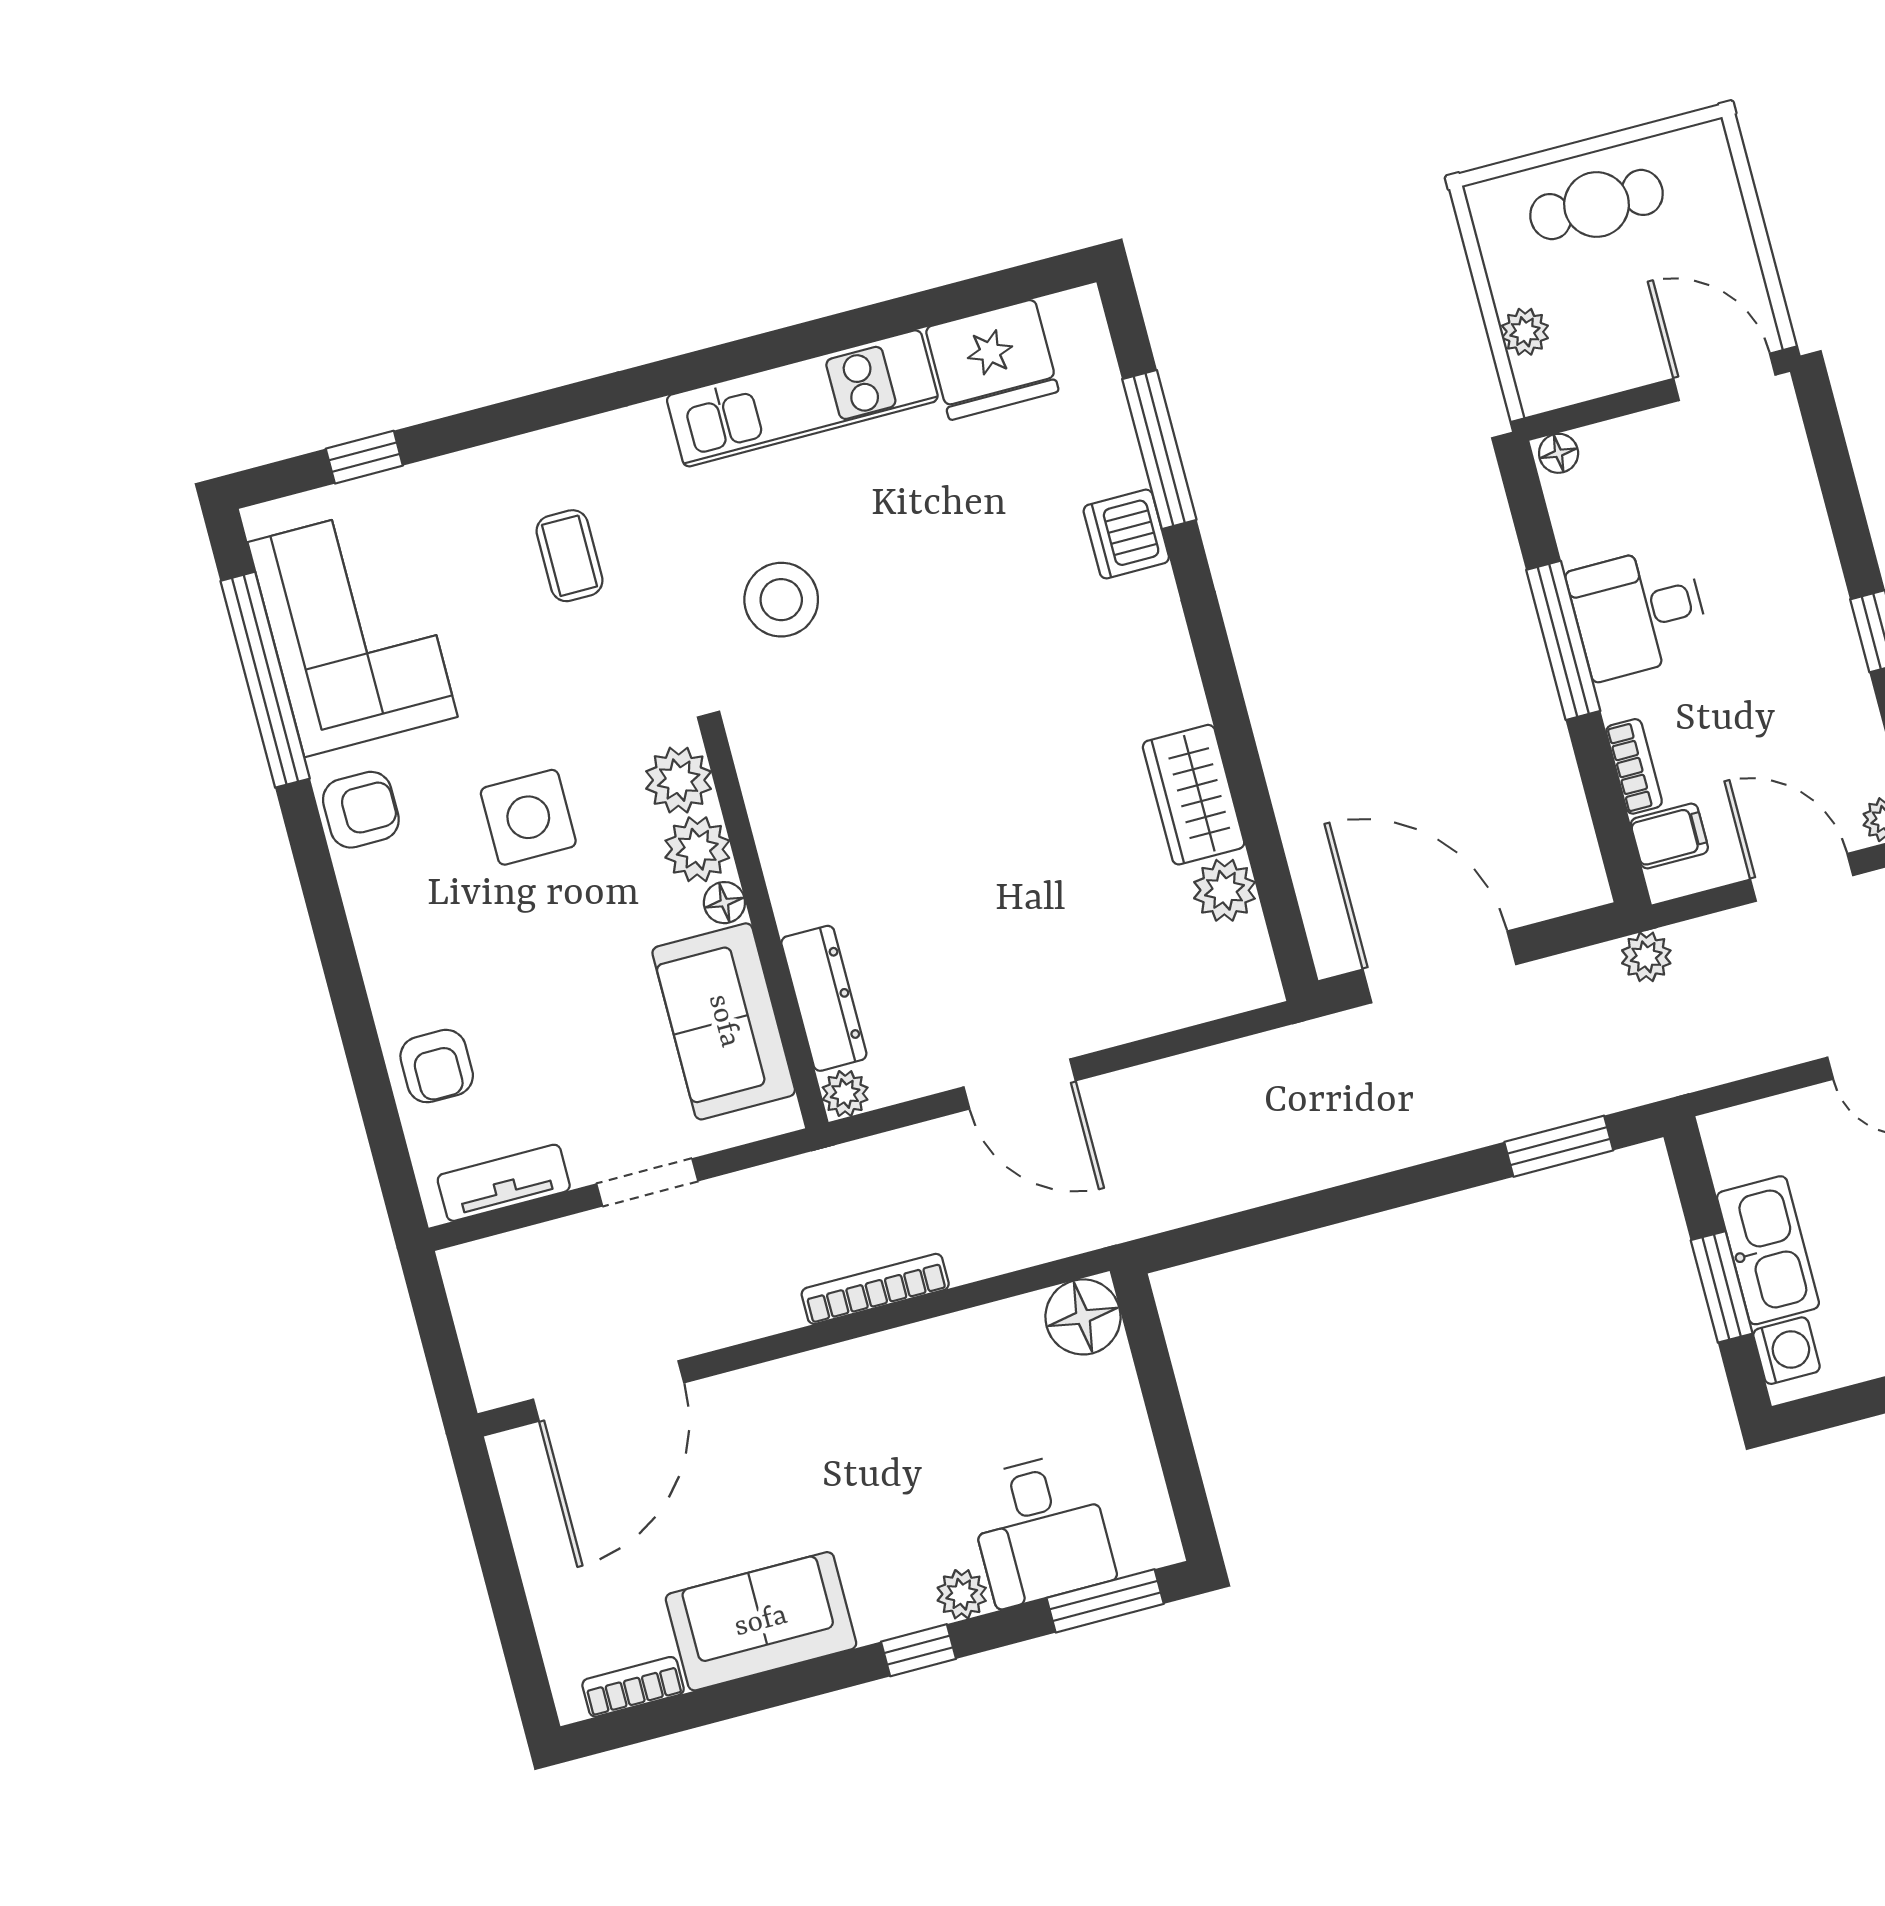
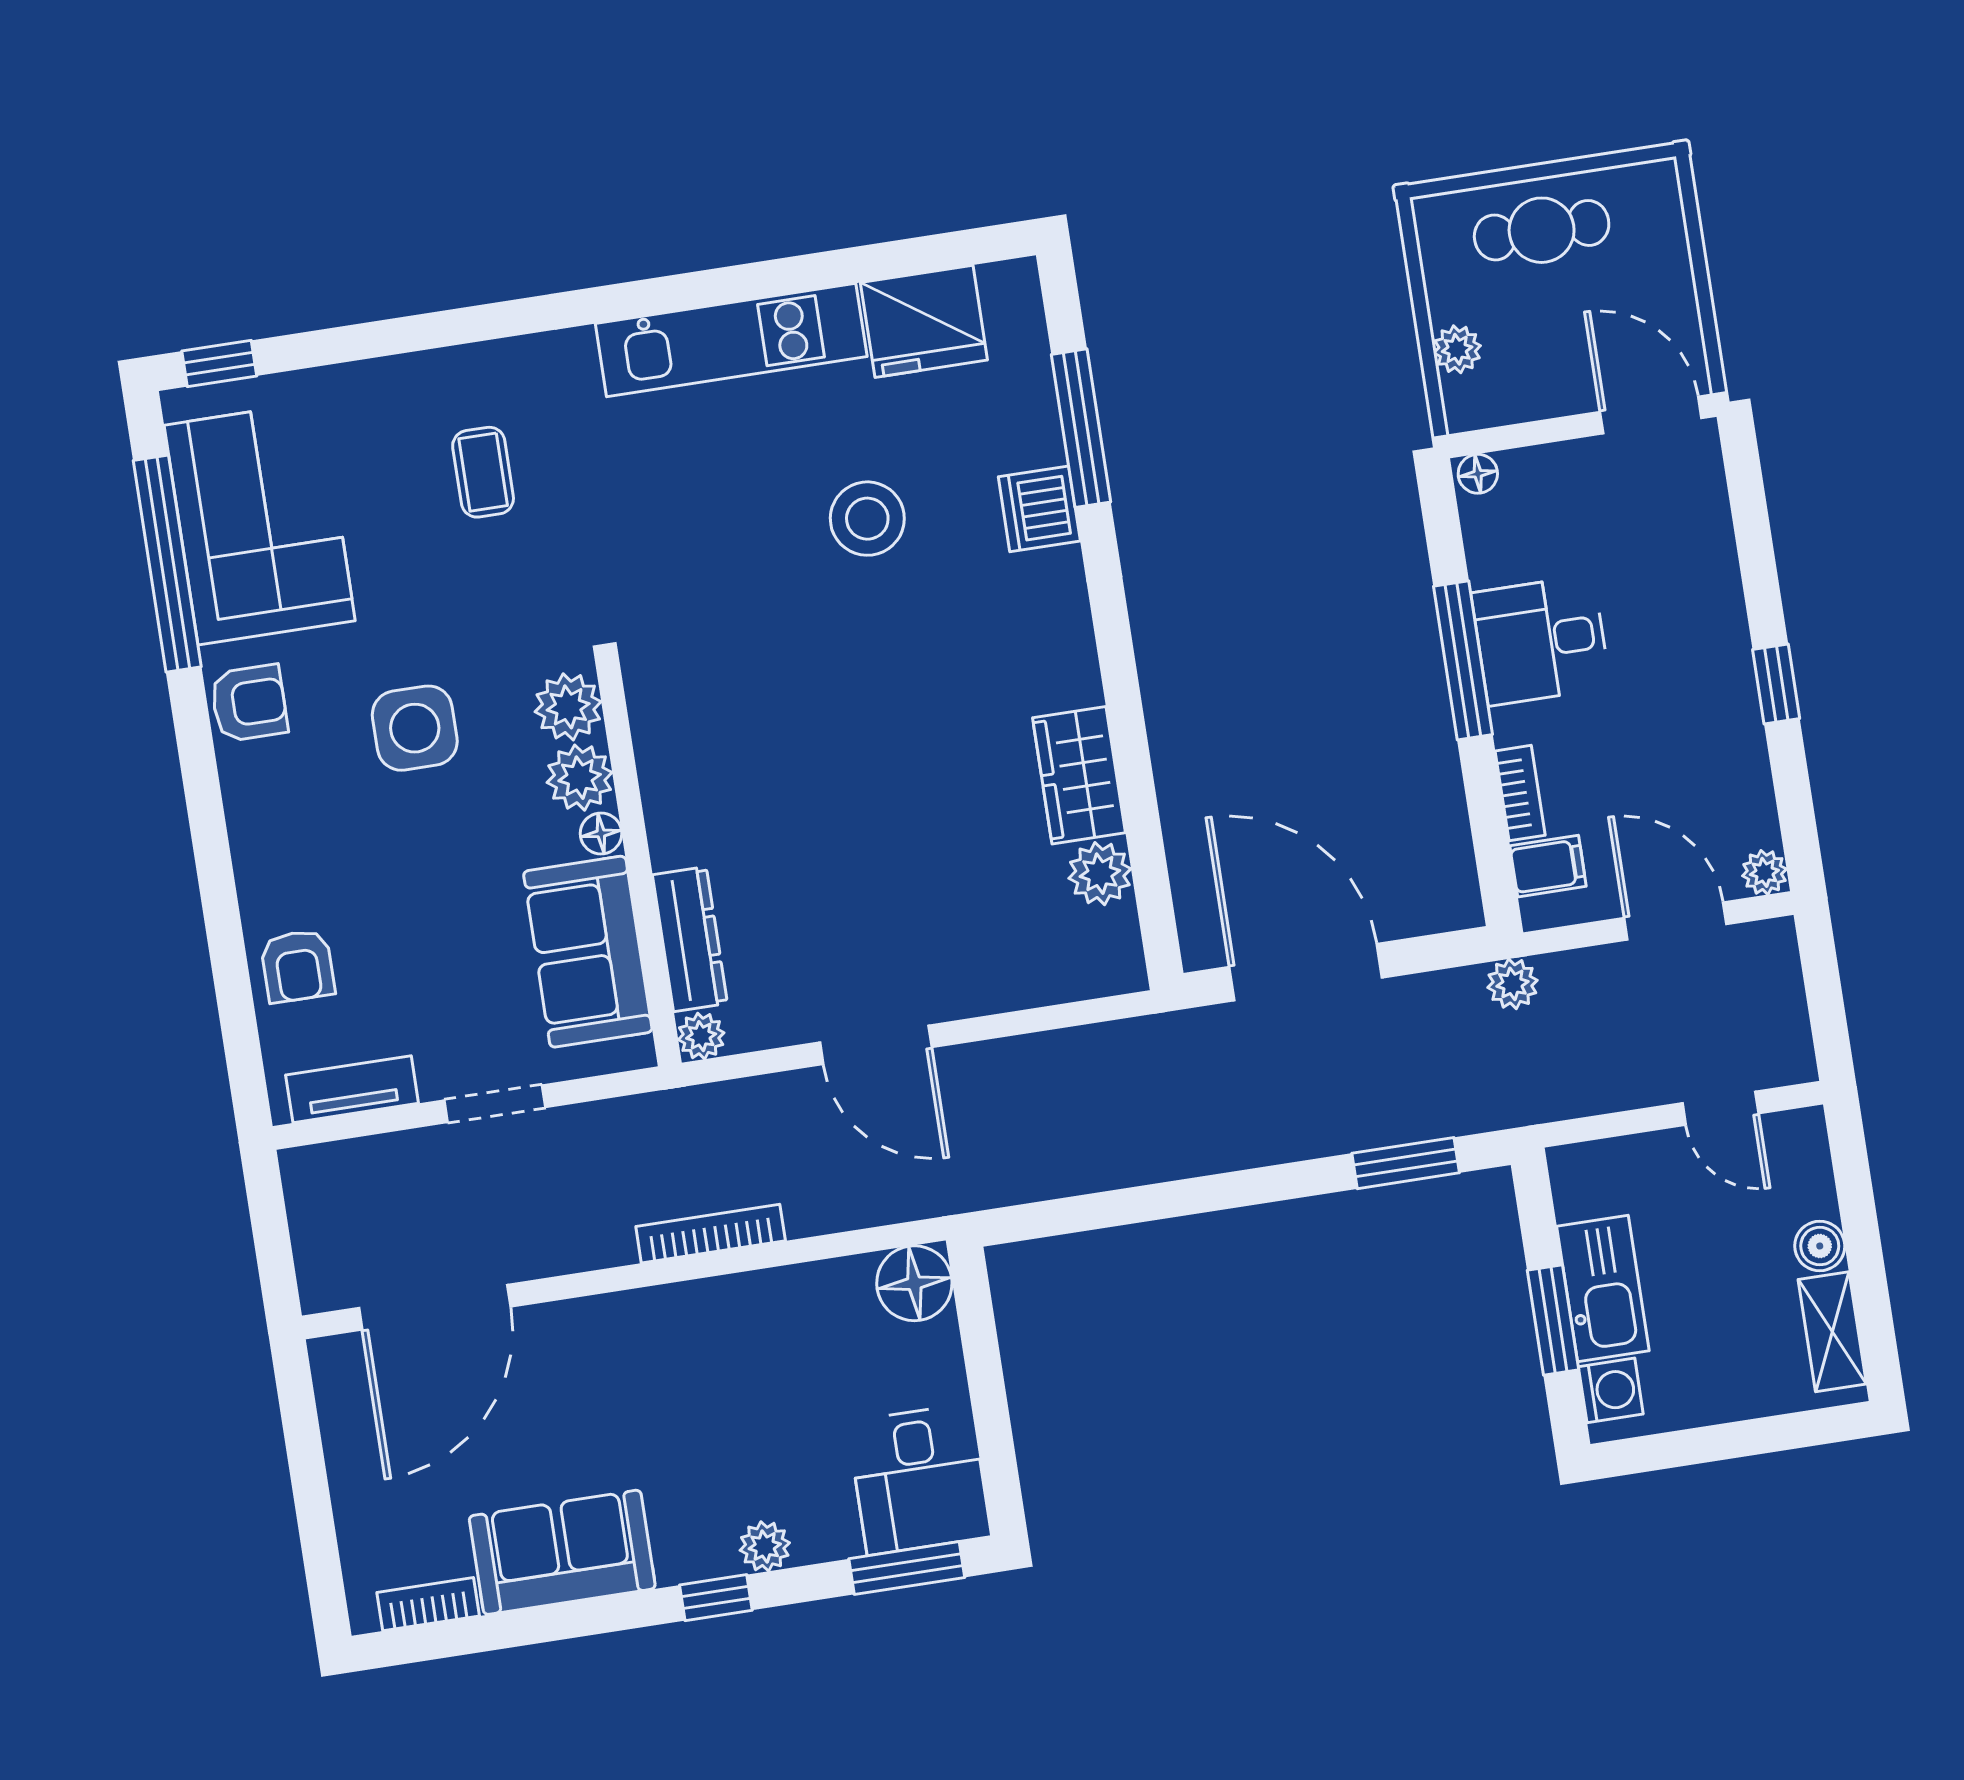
window: (364, 457) -> (219, 363), moved
stool: (781, 600) -> (867, 519), moved
desk: (1040, 1529) -> (919, 1479), moved

